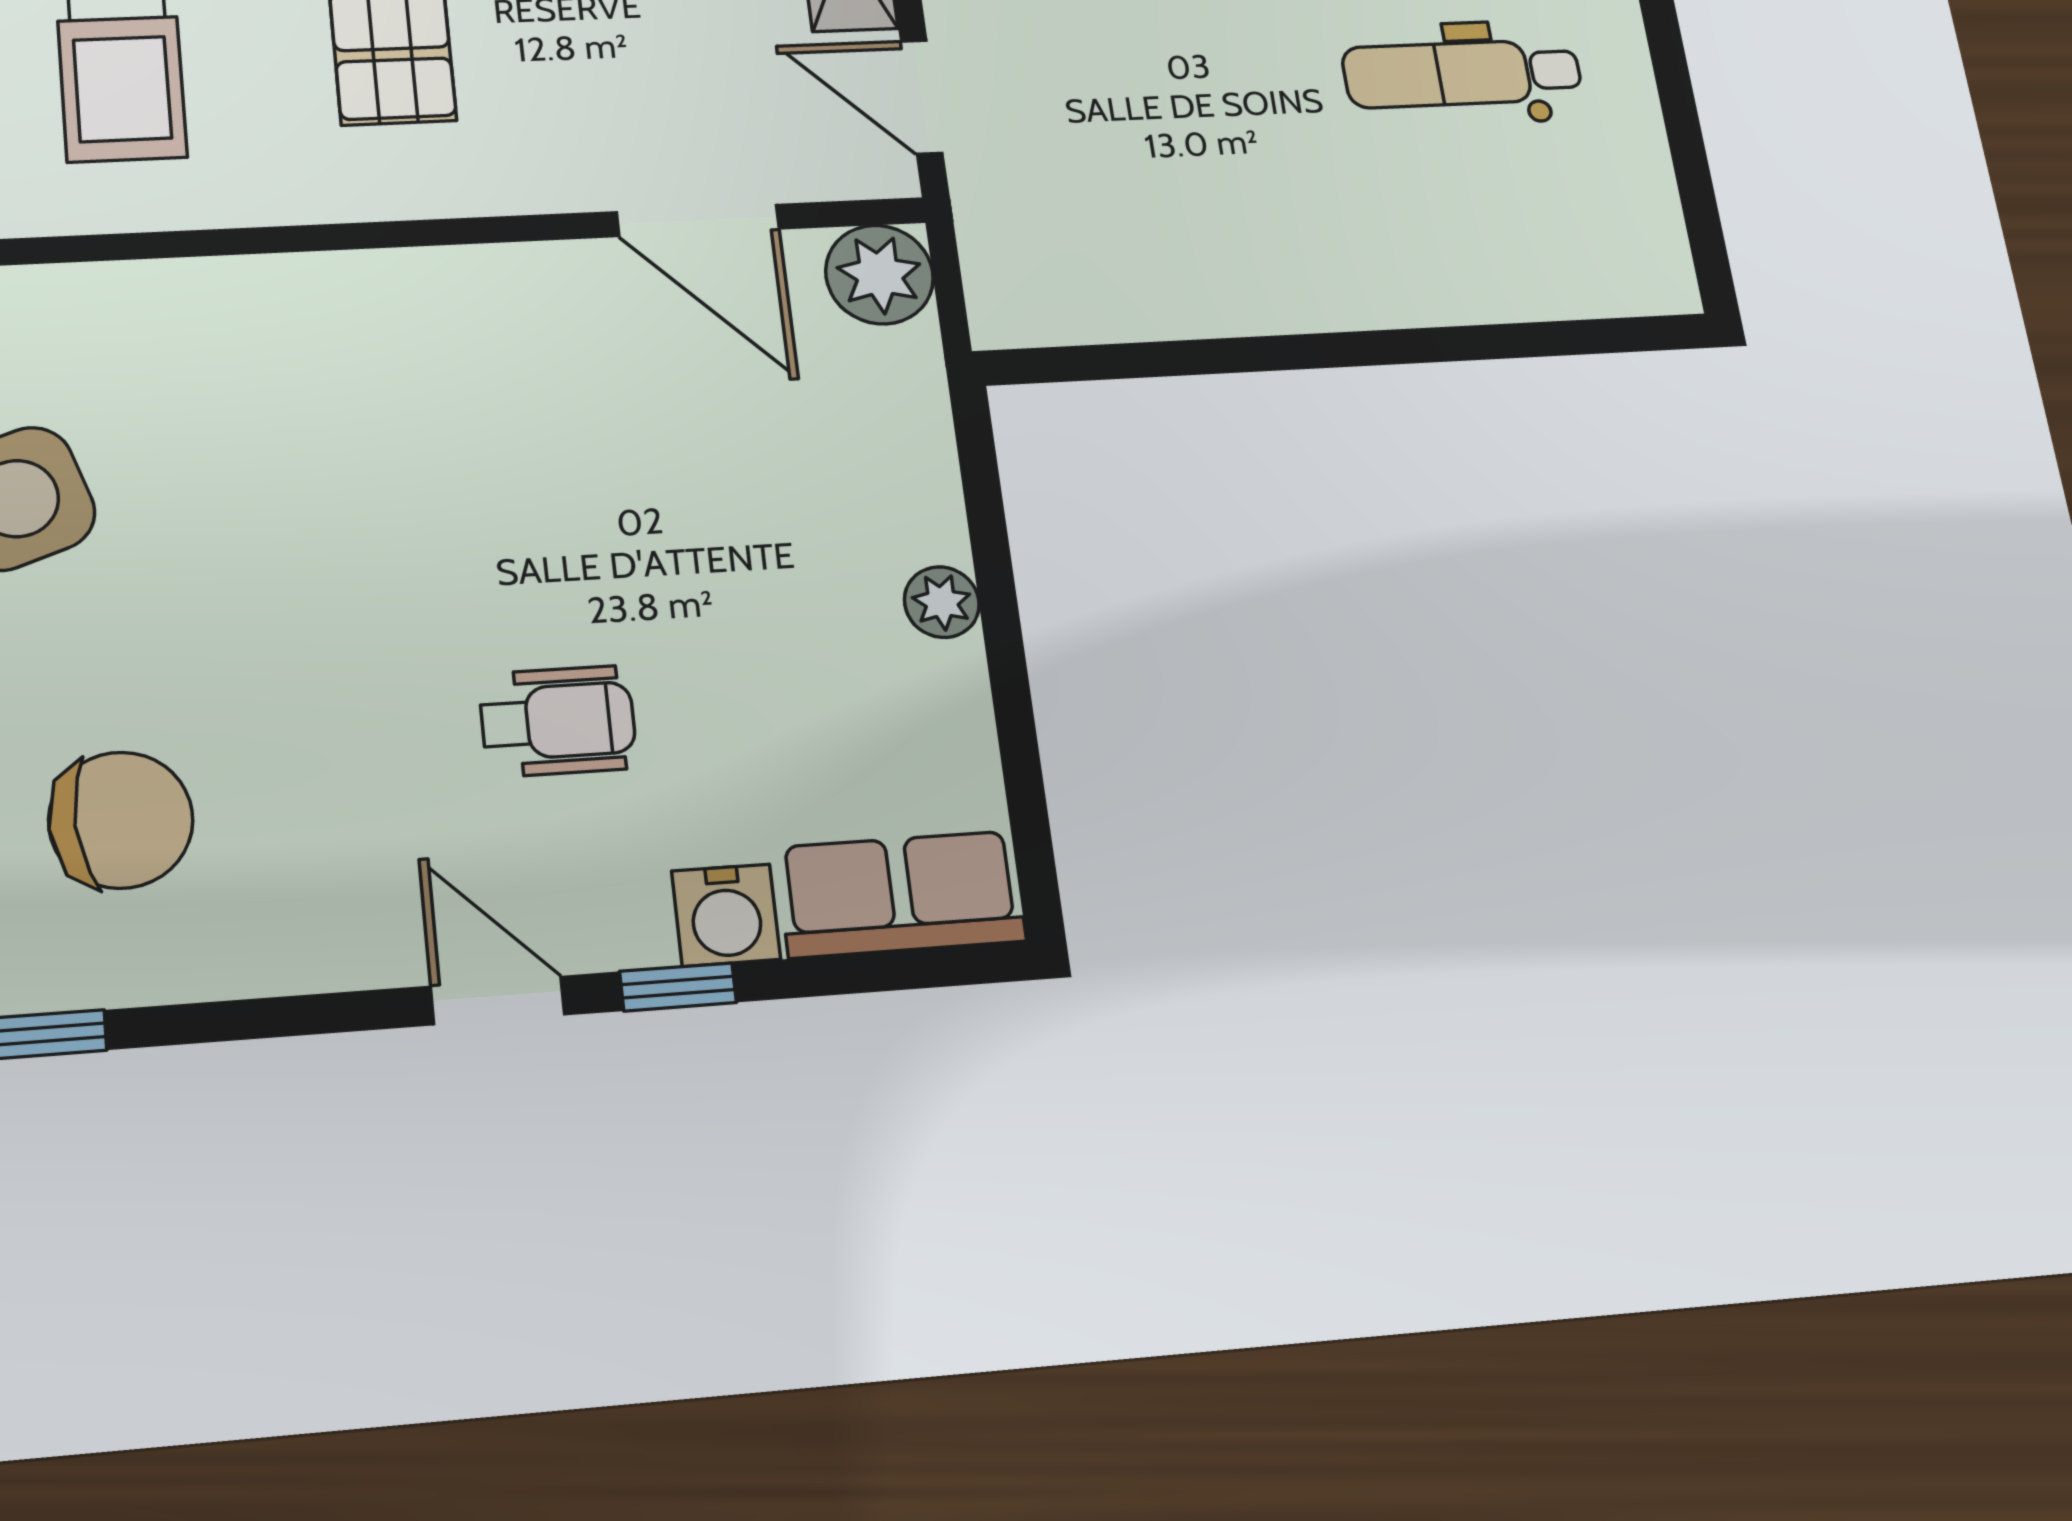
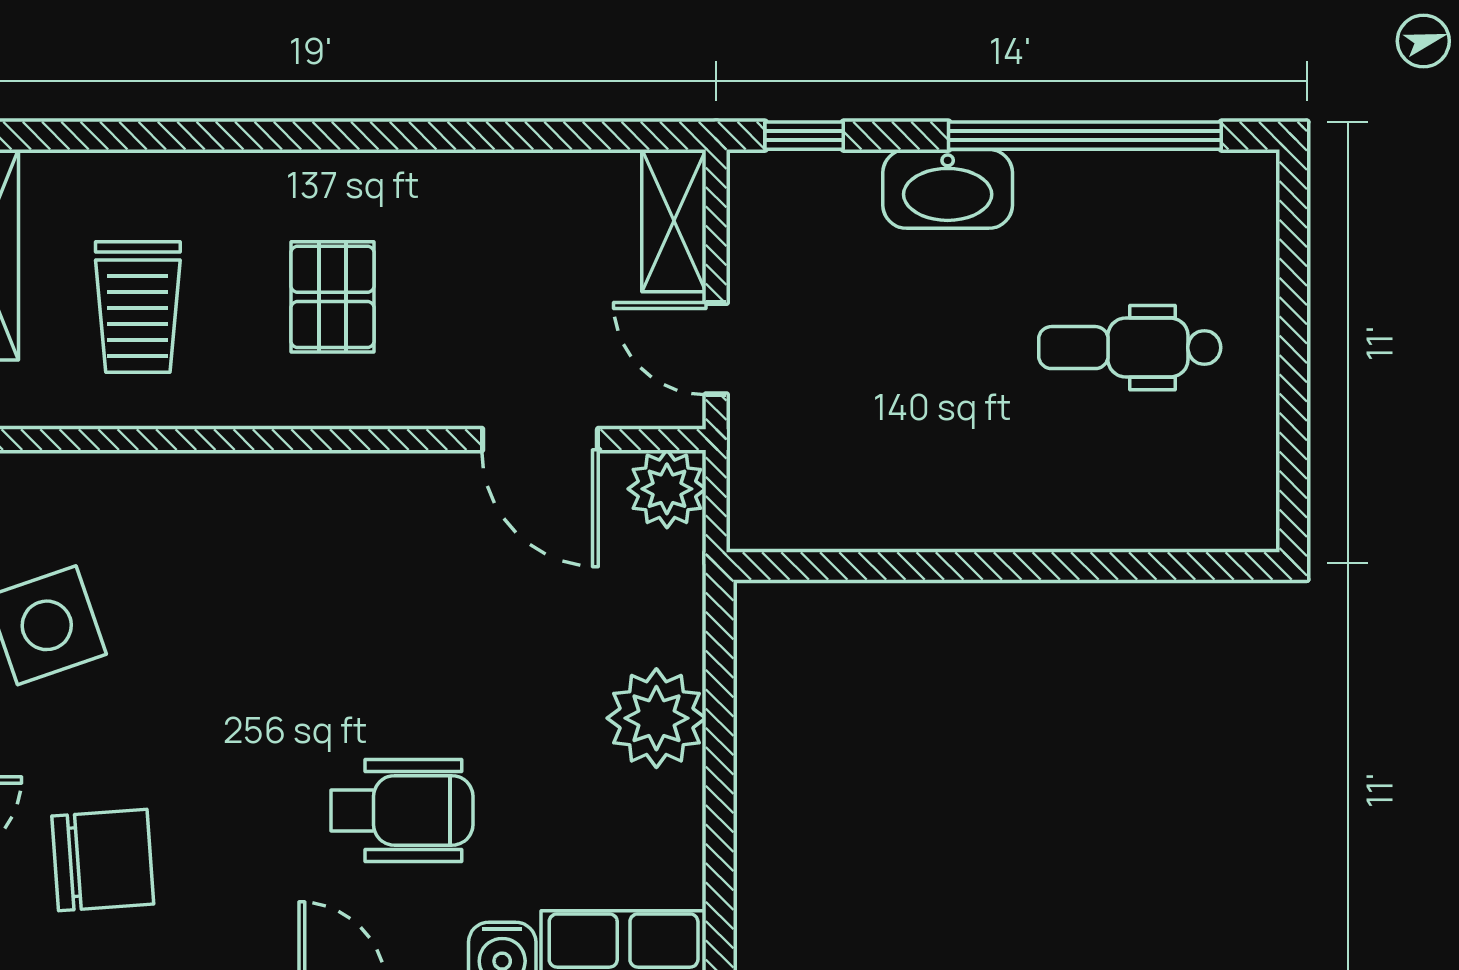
plant: (942, 602) -> (656, 718), width x1.87, depth x1.87
wheelchair: (558, 721) -> (402, 810), width x1.36, depth x1.37

